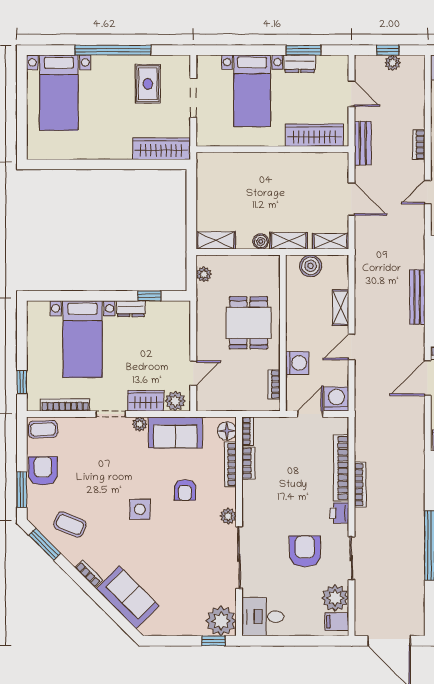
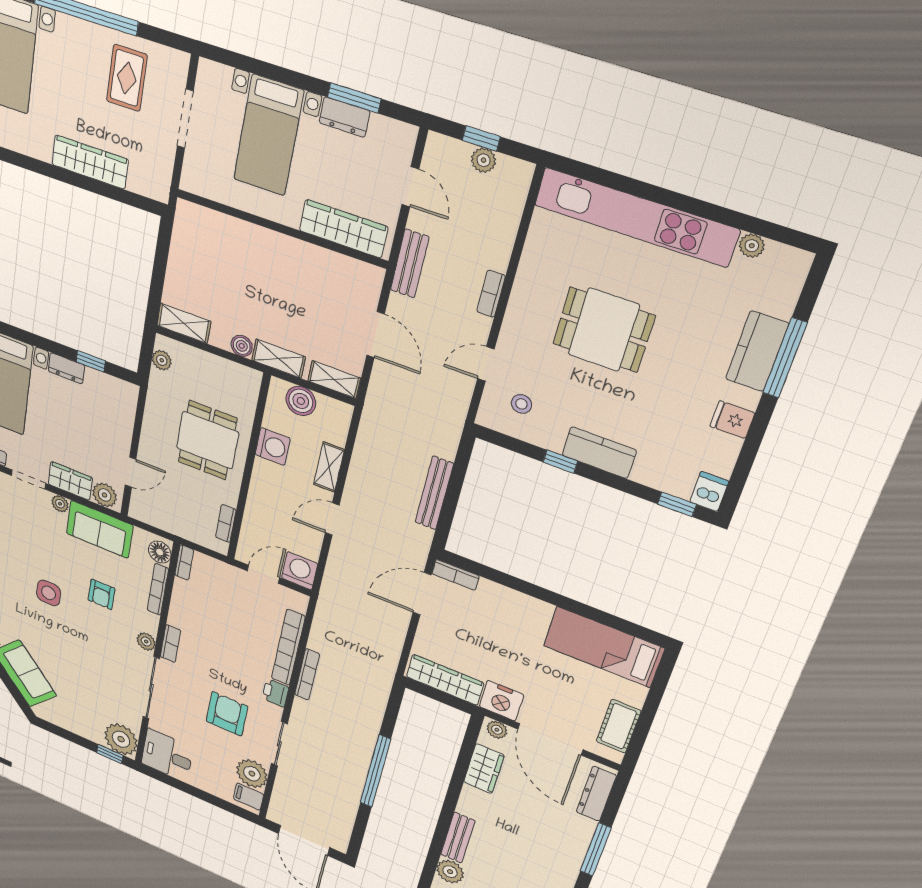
wardrobe: (161, 149) -> (90, 162), moved
washing machine: (297, 363) -> (273, 446), moved
bookcase: (248, 463) -> (170, 644), moved

